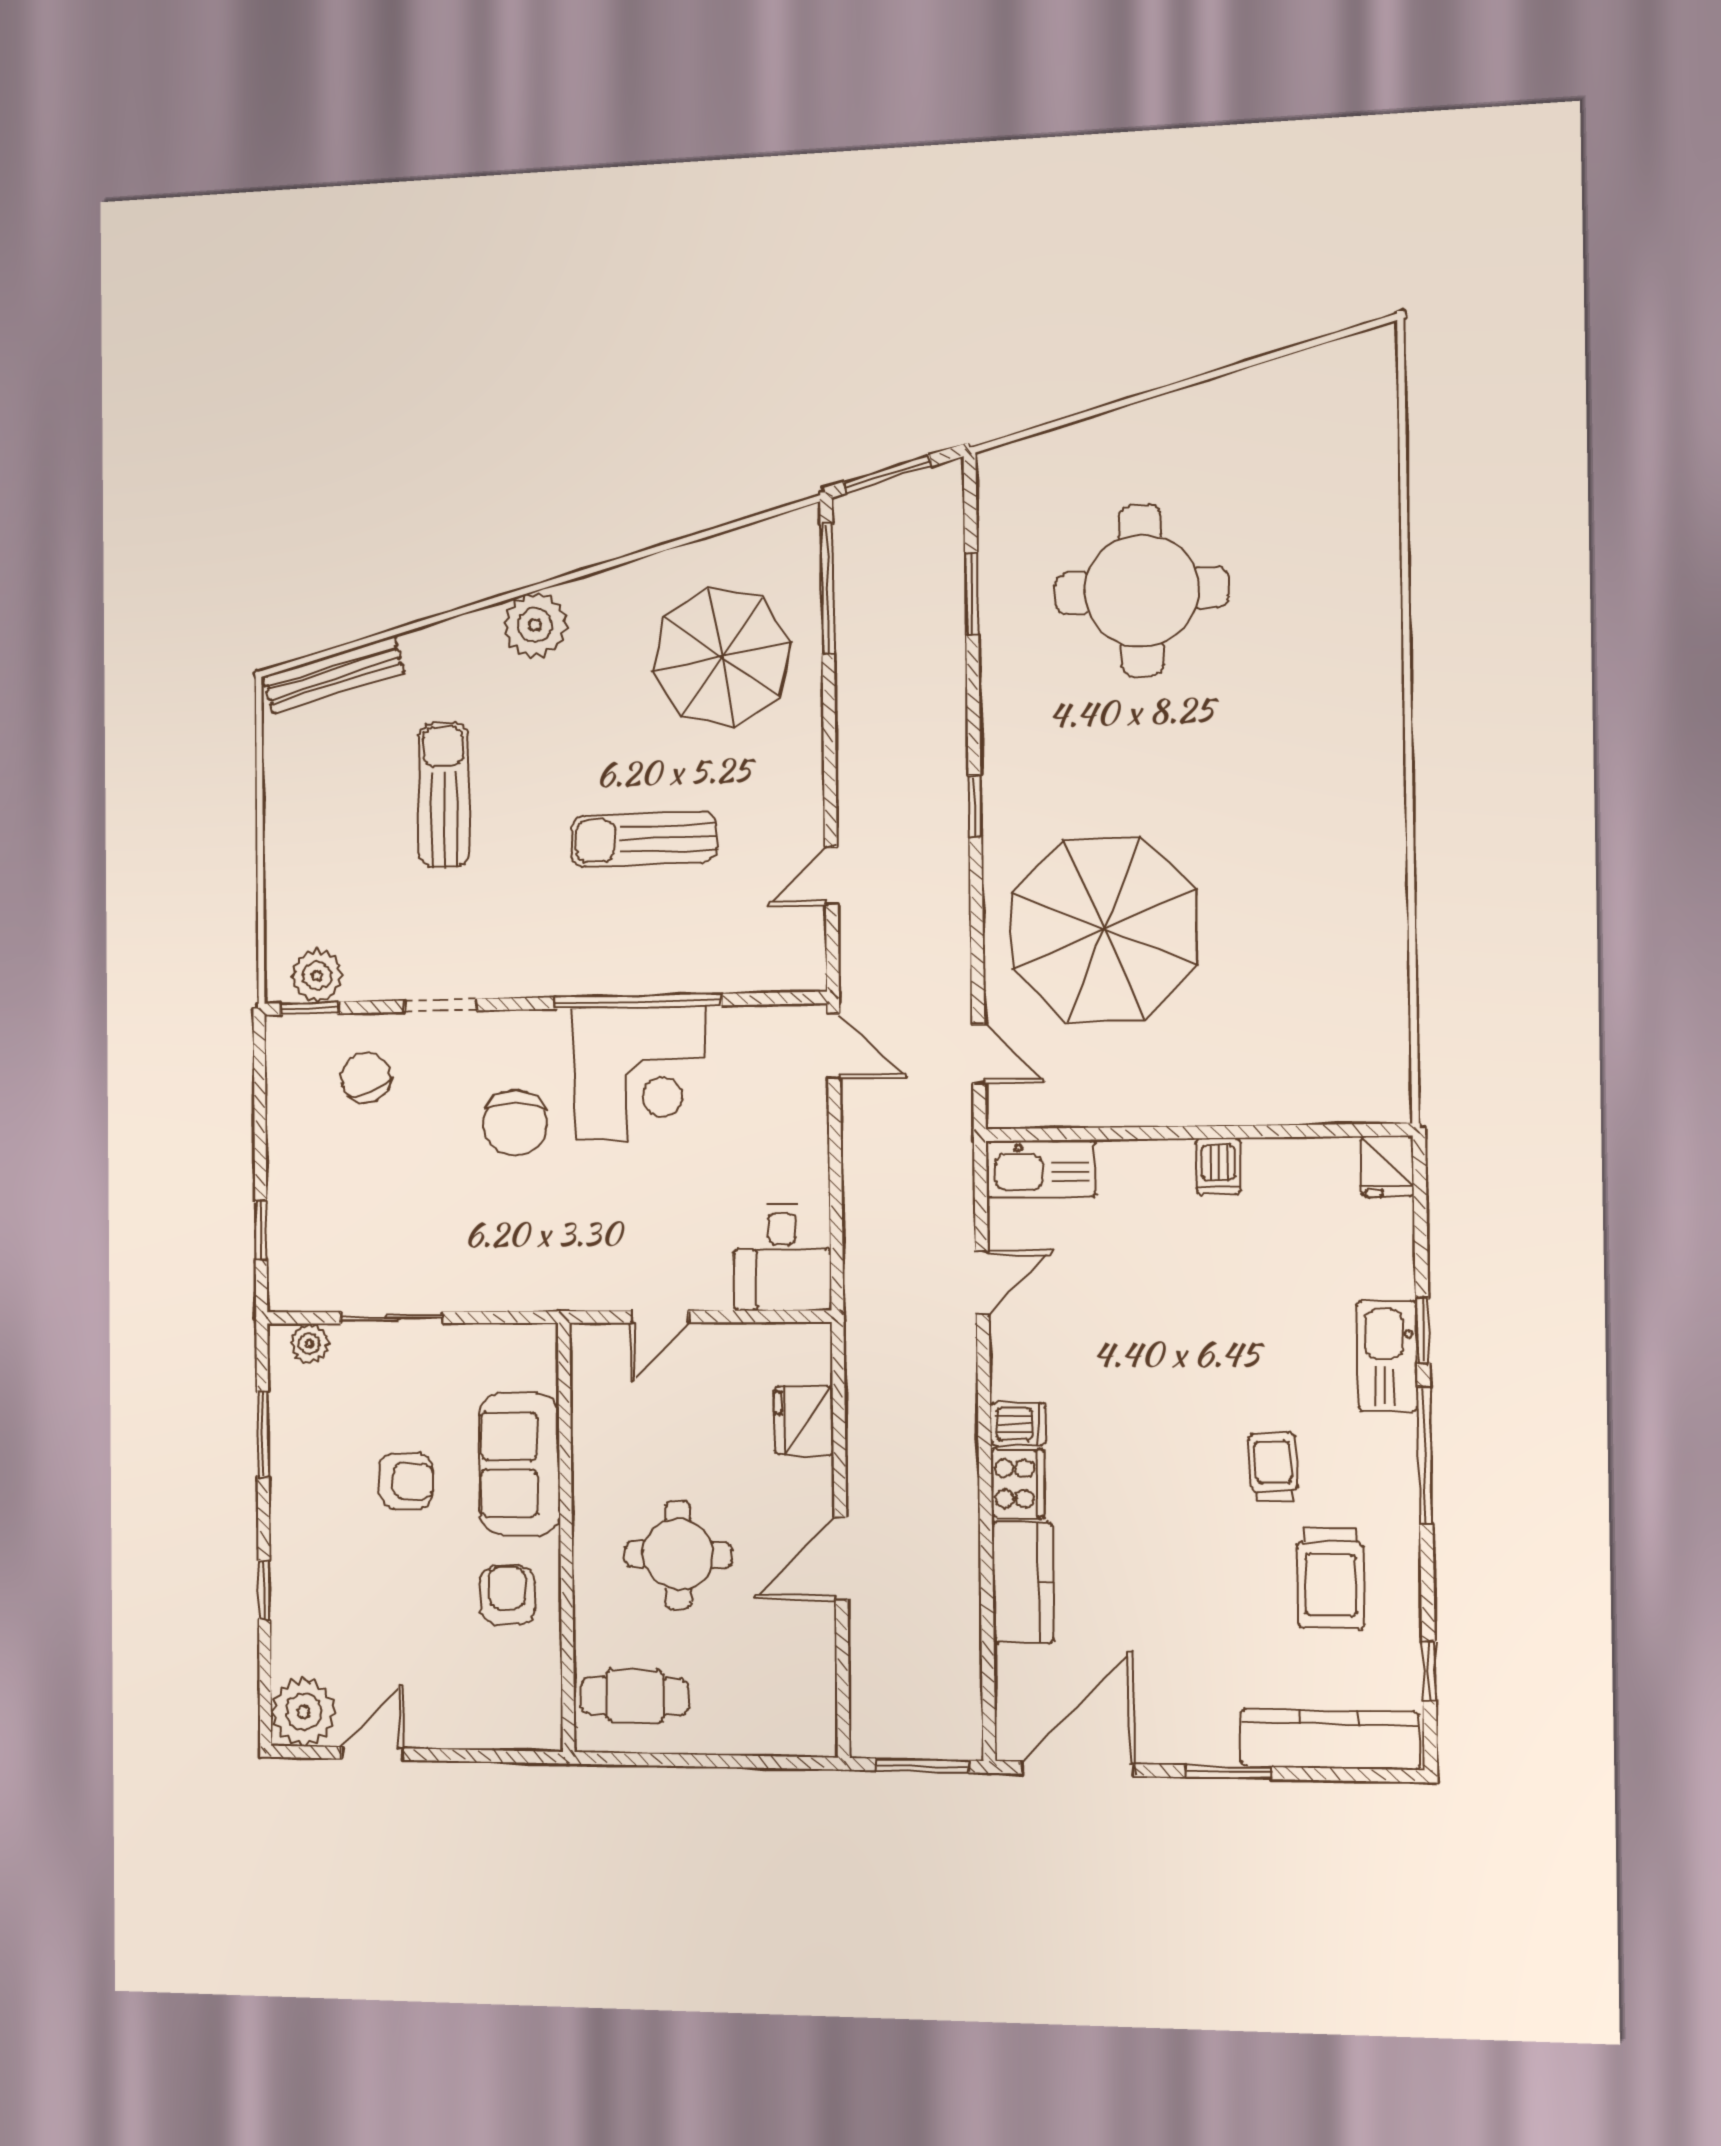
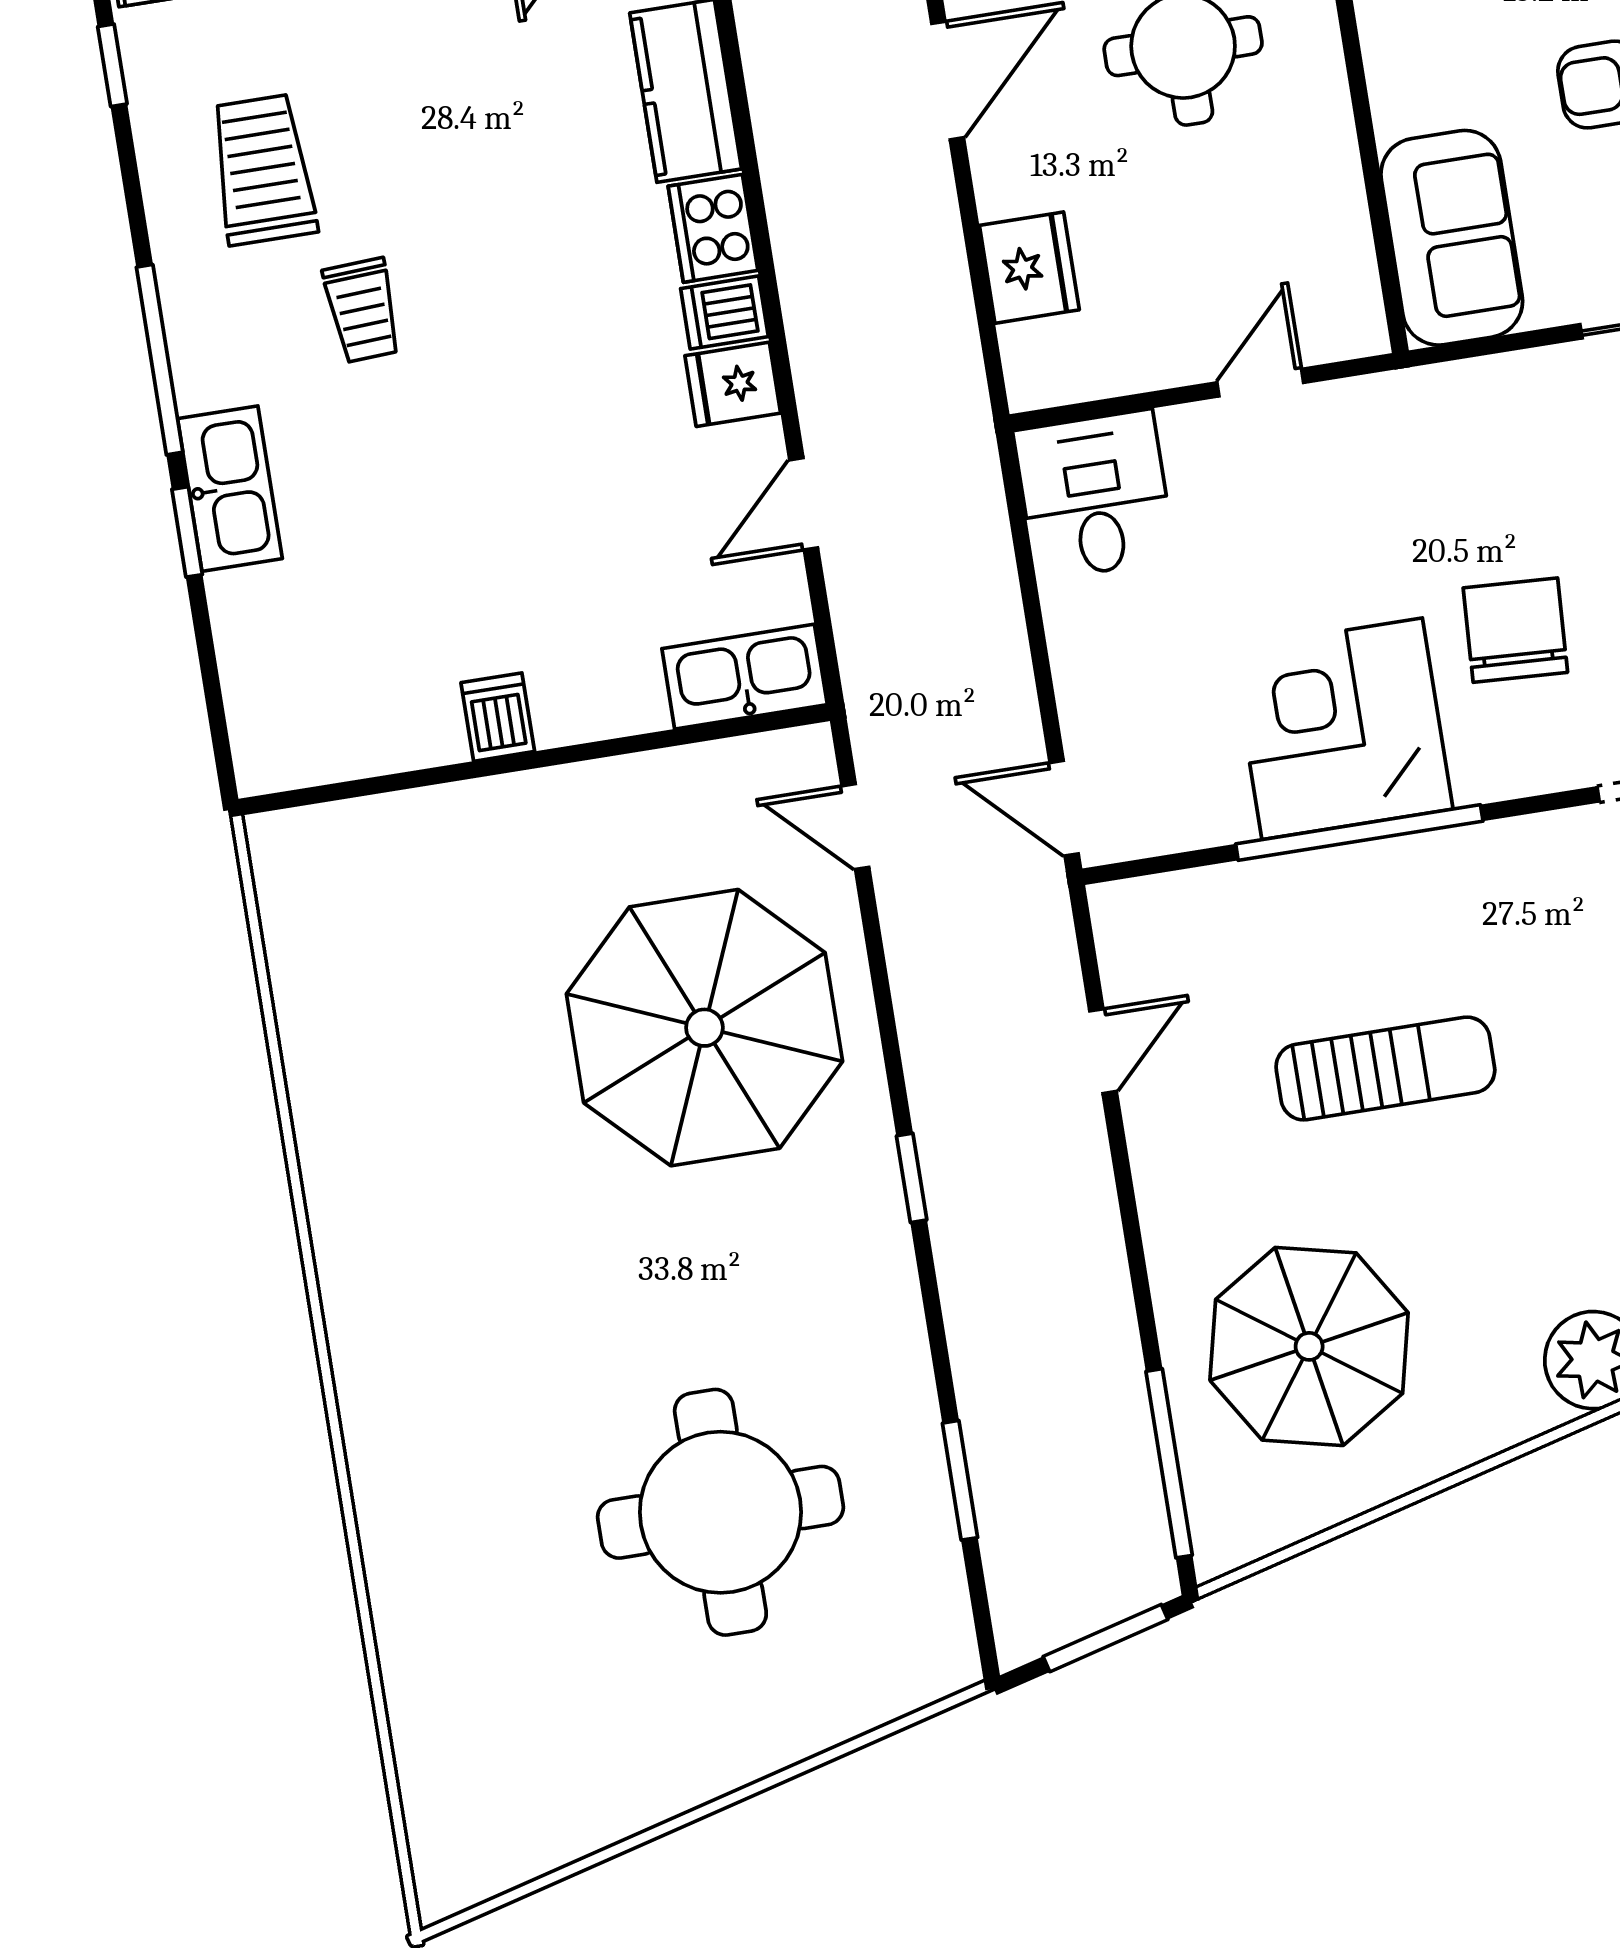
fridge: (1387, 1166) -> (733, 384), moved, turned -90
sofa: (519, 1465) -> (1452, 238), moved

